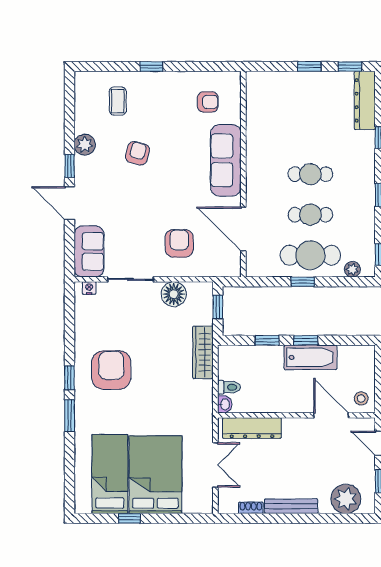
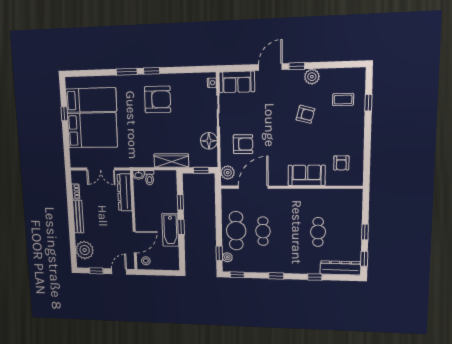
window: (151, 66) -> (368, 103), moved
sofa: (226, 160) -> (307, 175), width x0.73
cafe table: (310, 174) -> (318, 232), moved
plant: (221, 267) -> (228, 173), added
window: (303, 282) -> (219, 253), moved

